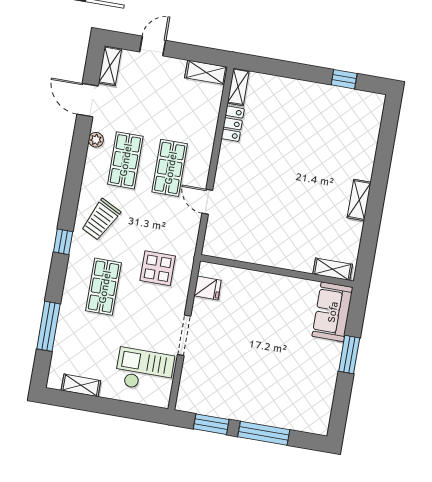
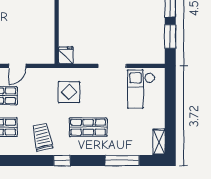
trolley: (101, 220) -> (42, 137), turned -129
fridge: (208, 288) -> (66, 55), moved
shelving: (81, 385) -> (159, 142), moved

